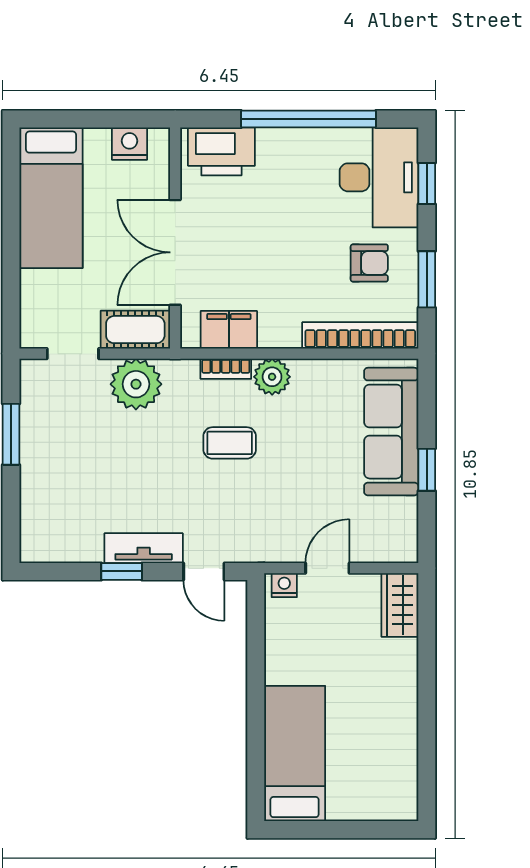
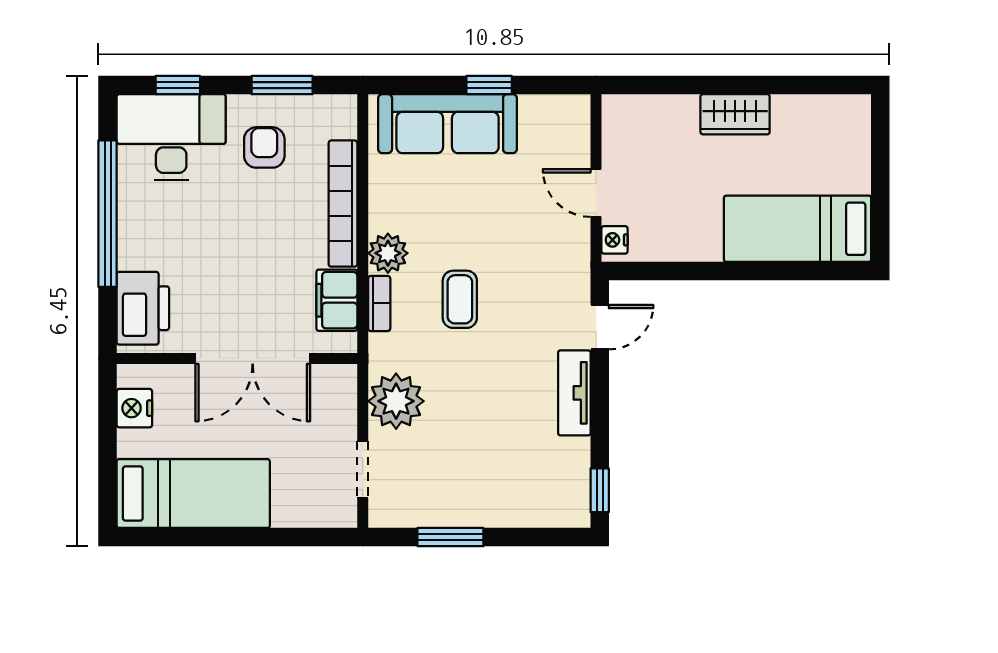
cot: (135, 330) -> (337, 402), removed
bookcase: (360, 335) -> (343, 204), moved
window: (122, 571) -> (600, 490), moved
wardrobe: (400, 605) -> (735, 114), moved

